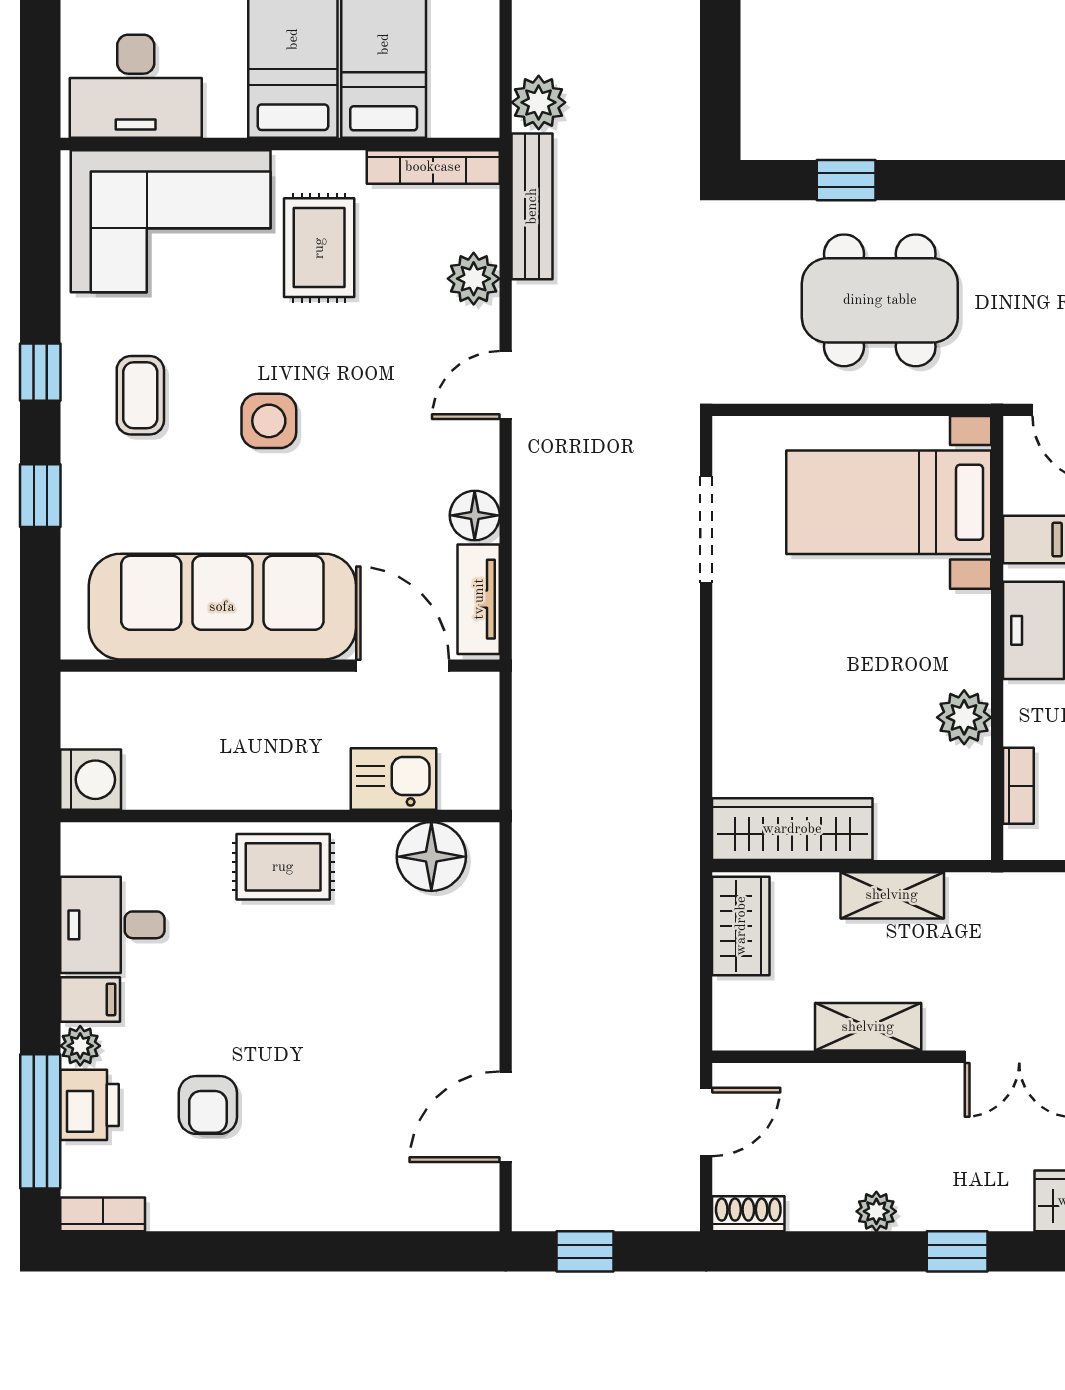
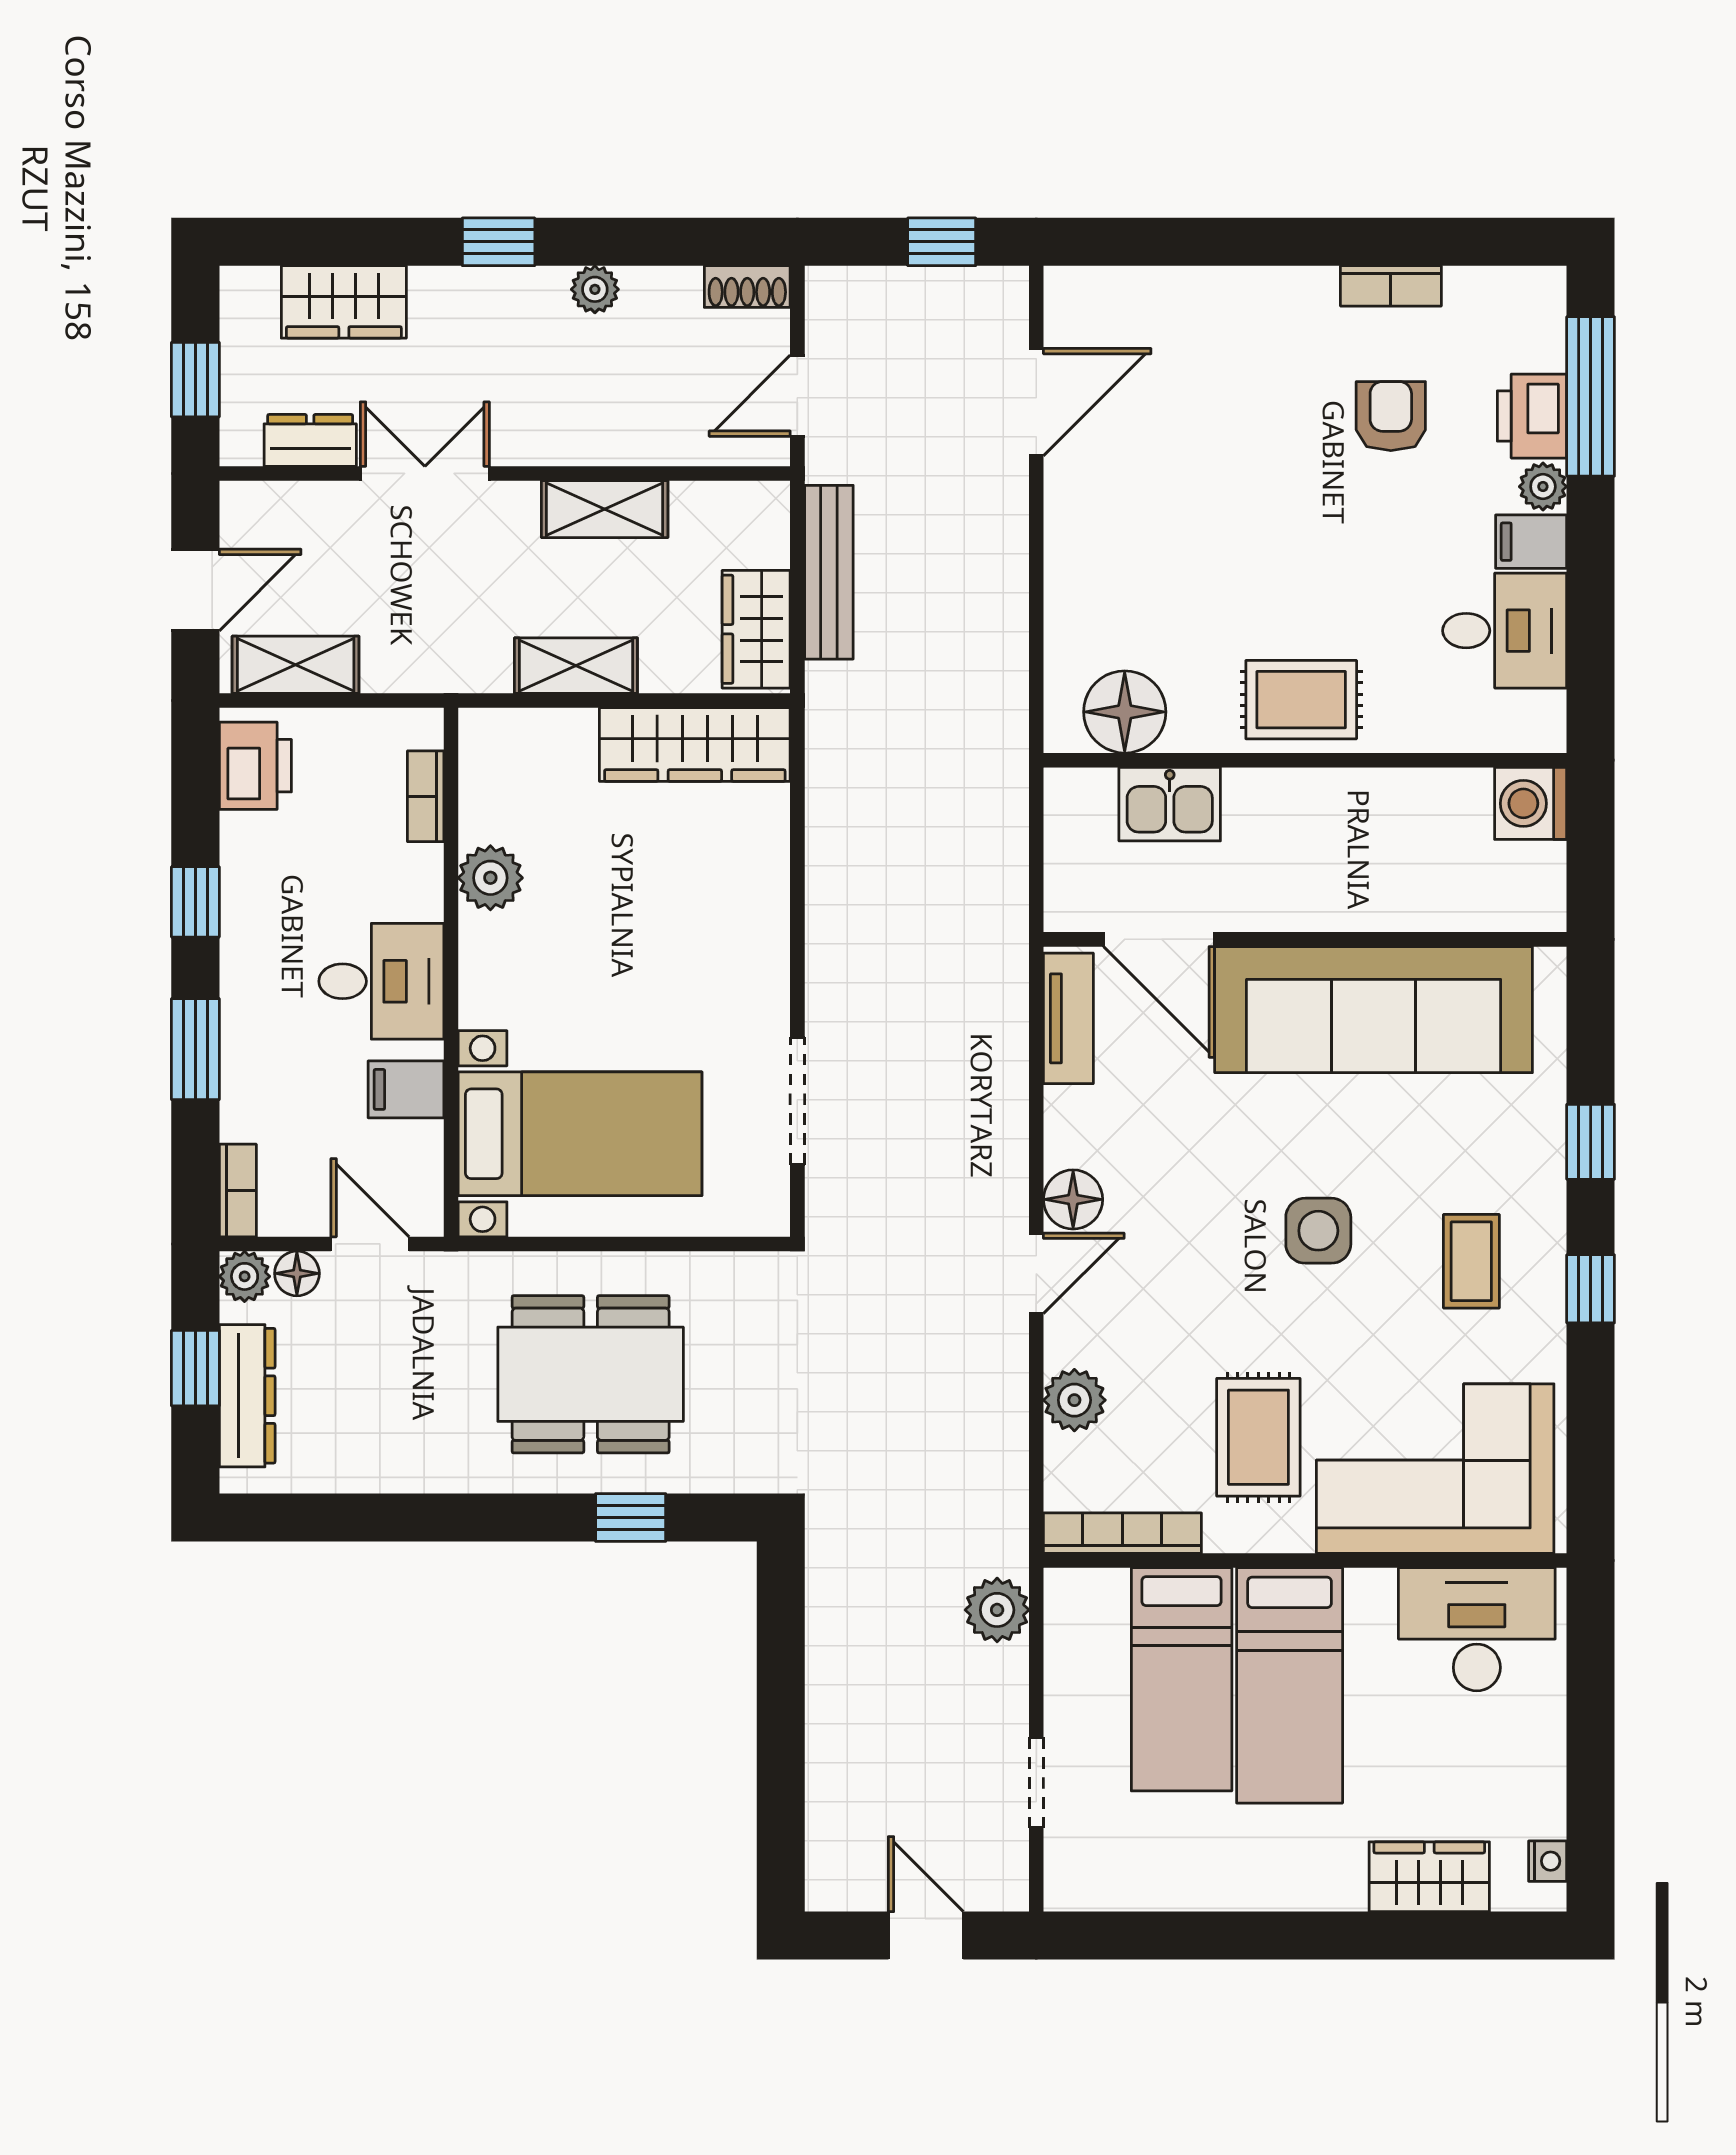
bench: (532, 206) -> (829, 572), moved
floor lamp: (475, 515) -> (1073, 1199), moved
bookcase: (103, 1214) -> (1391, 286), moved

